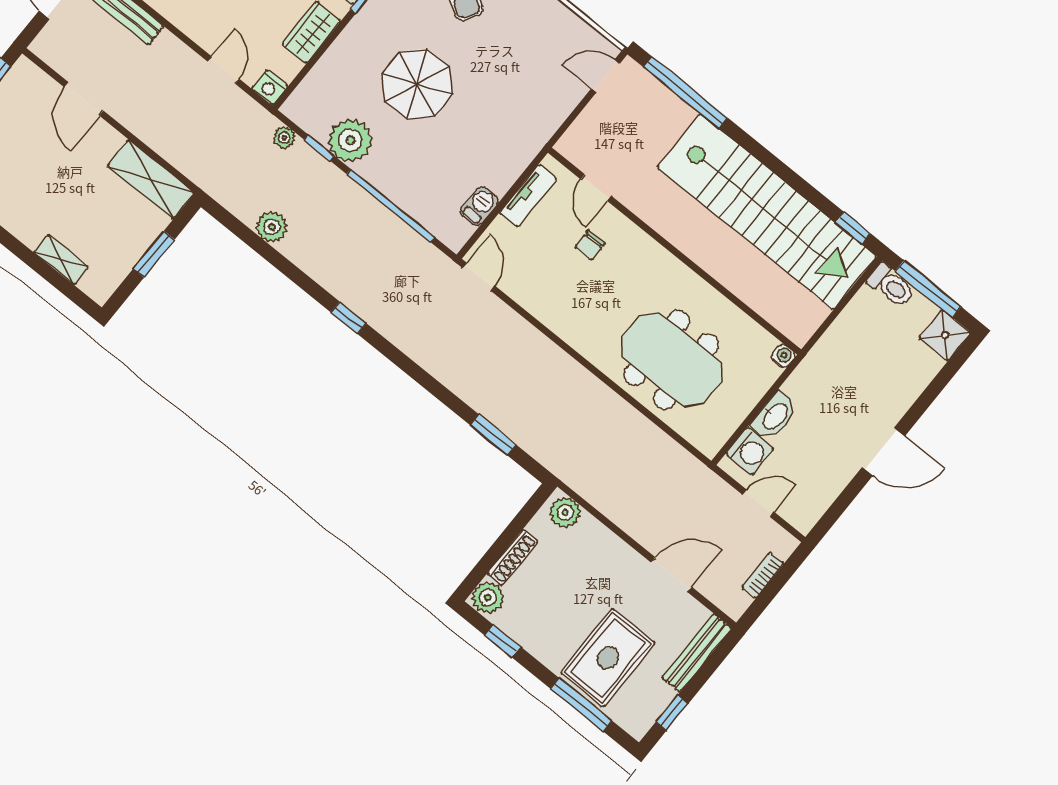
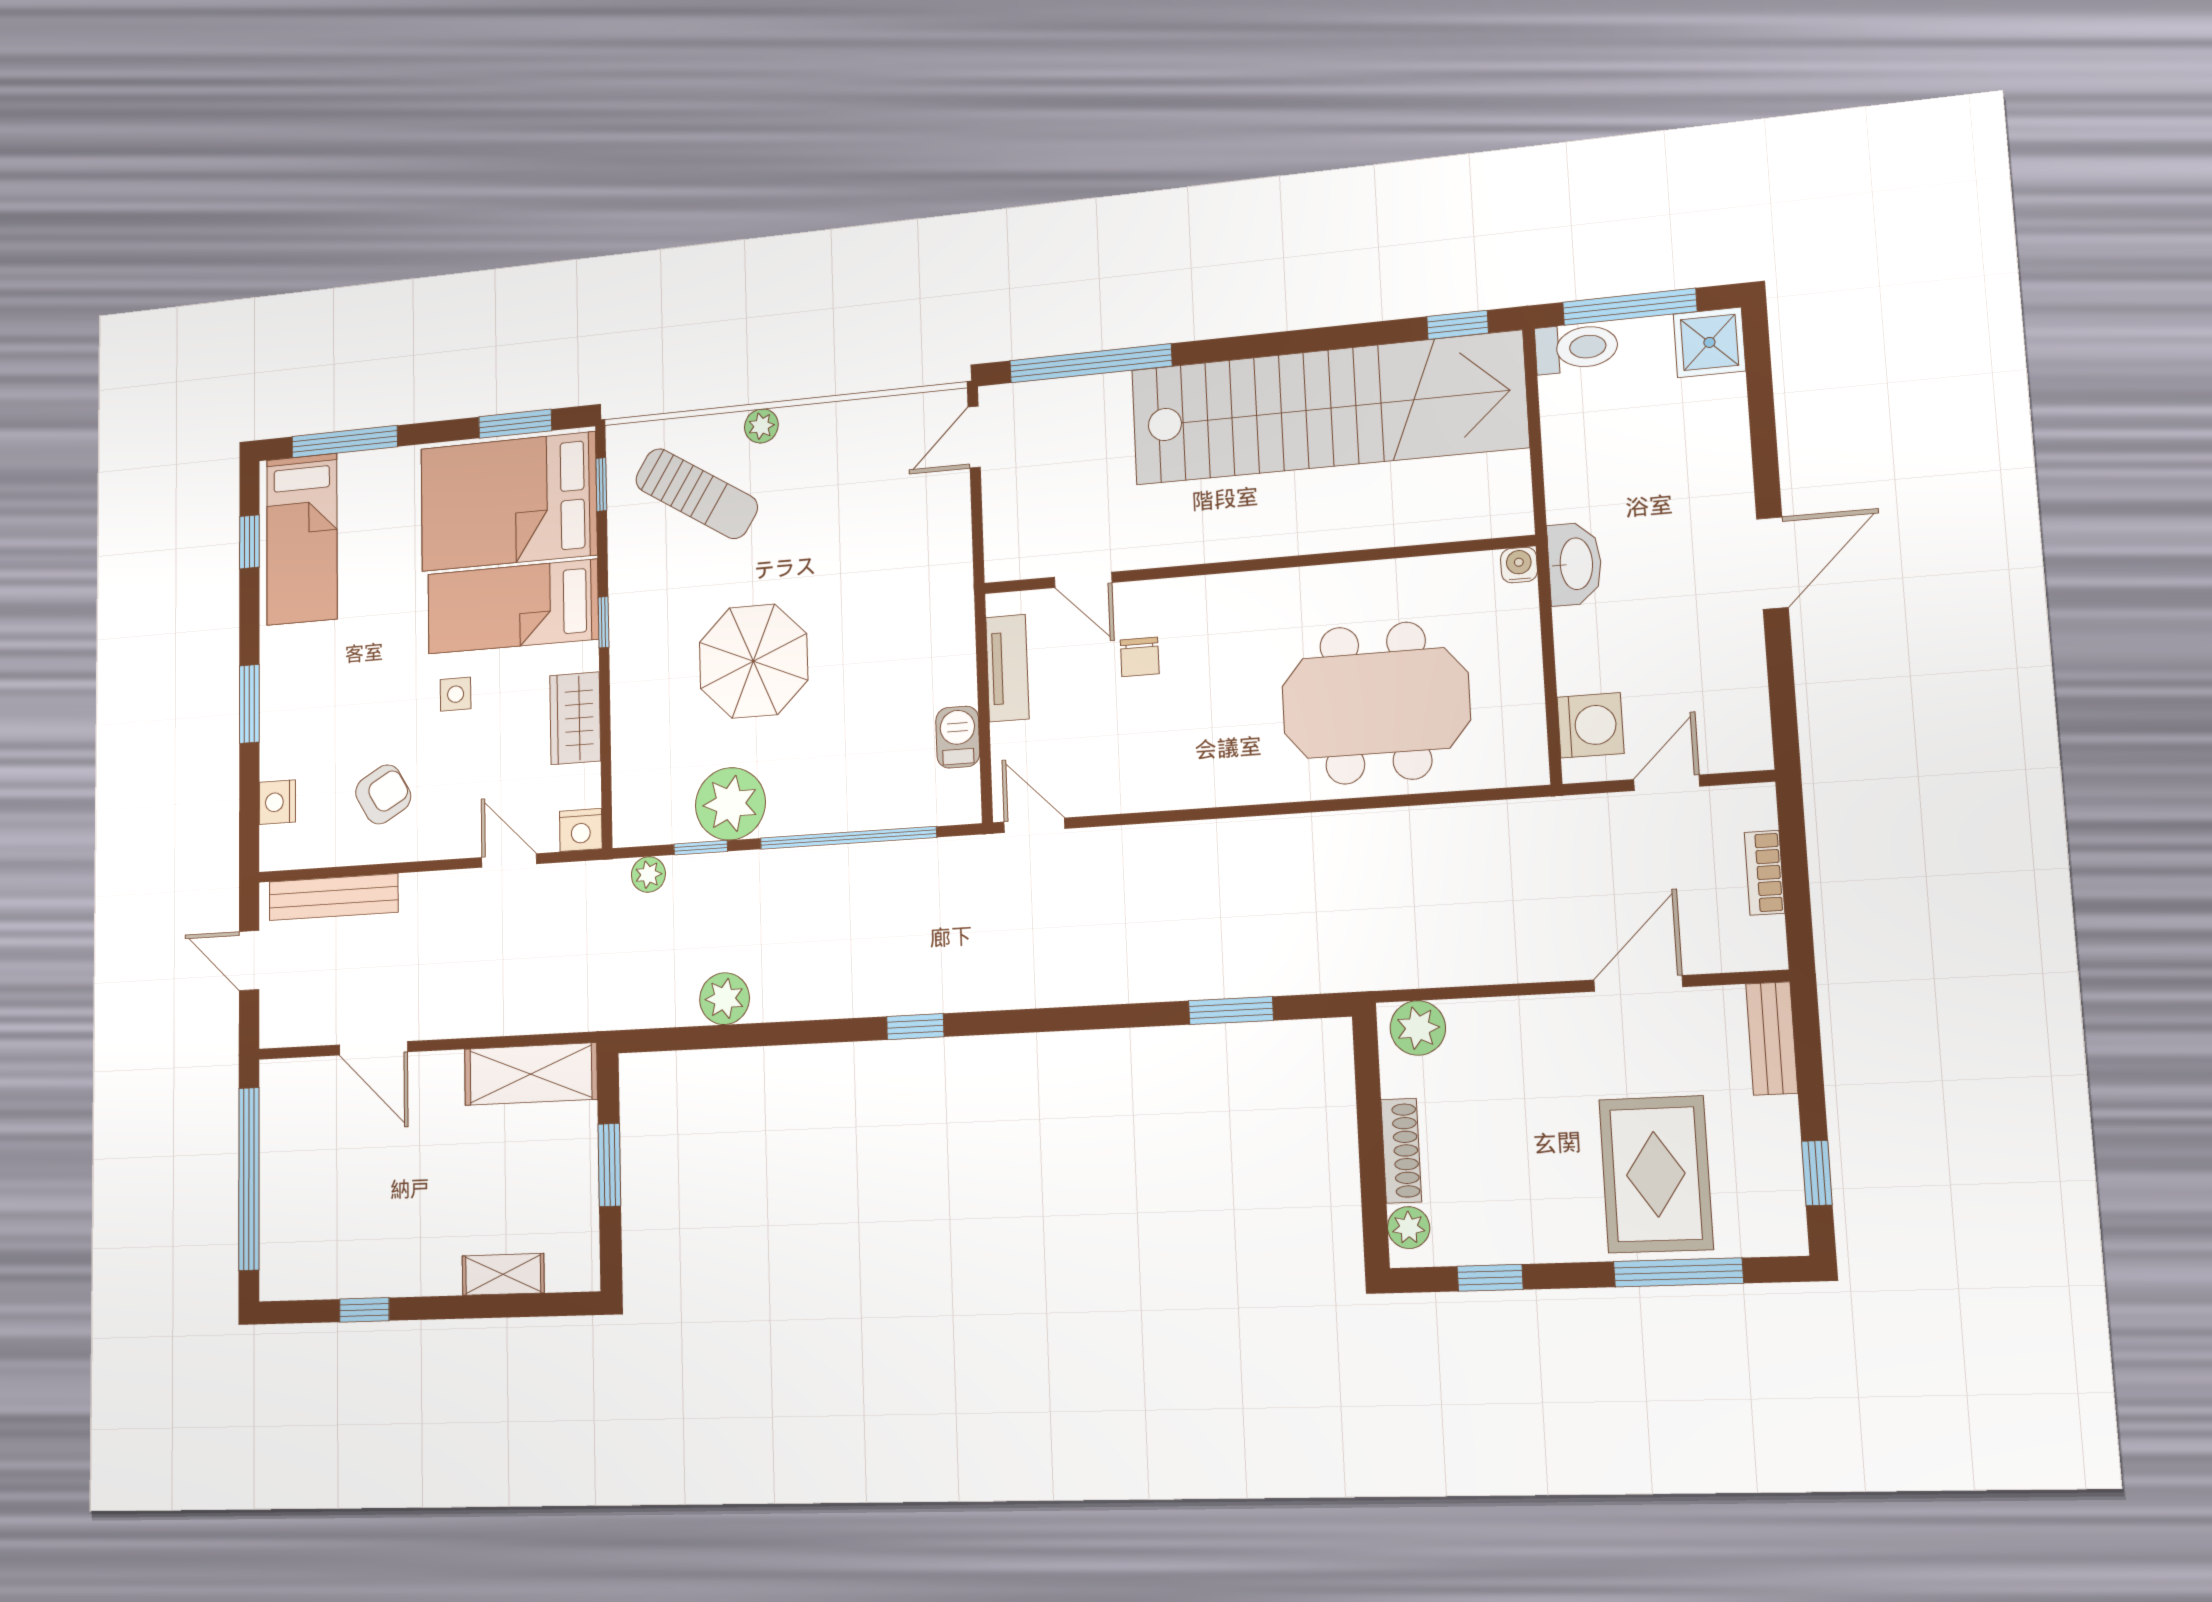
washbasin: (775, 416) -> (1575, 564), moved
plant: (488, 598) -> (1409, 1228), width x0.73, depth x0.73
bench: (697, 653) -> (1772, 1038), width x0.73

